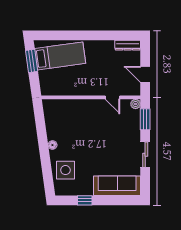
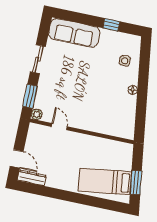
door: (145, 74) -> (17, 159), moved
side table: (65, 170) -> (125, 61), width x0.54, depth x0.54

